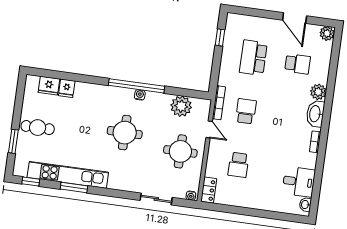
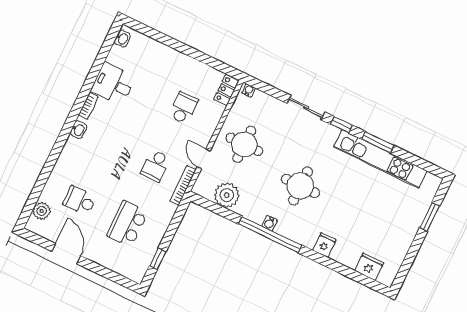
plant: (327, 33) -> (42, 211), moved
school desk: (253, 58) -> (127, 224), turned 180
fridge: (67, 88) -> (324, 245), moved
plant: (318, 92) -> (66, 161), removed
washbasin: (315, 114) -> (78, 130), width x0.52, depth x0.69
cafe table: (38, 128) -> (397, 224), removed
window: (31, 182) -> (341, 125), moved
desk: (299, 182) -> (113, 84), moved
sliding door: (156, 199) -> (306, 108), moved

